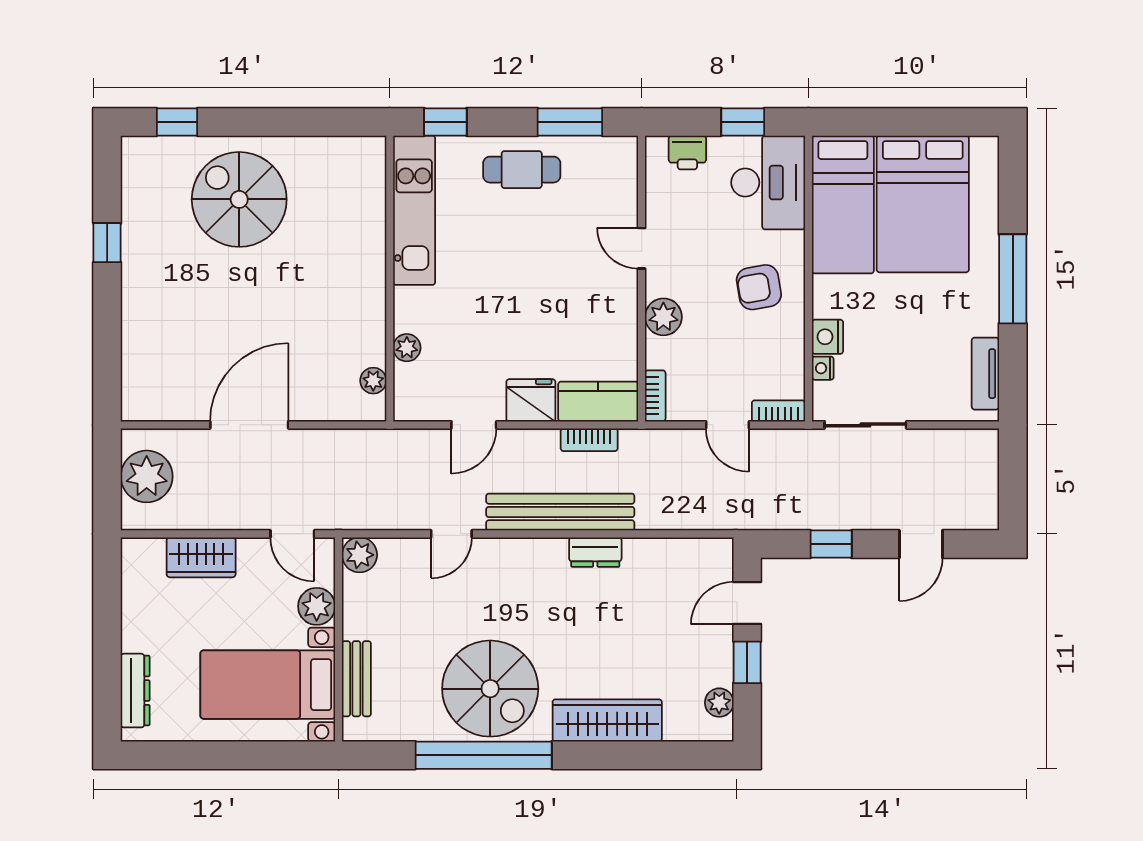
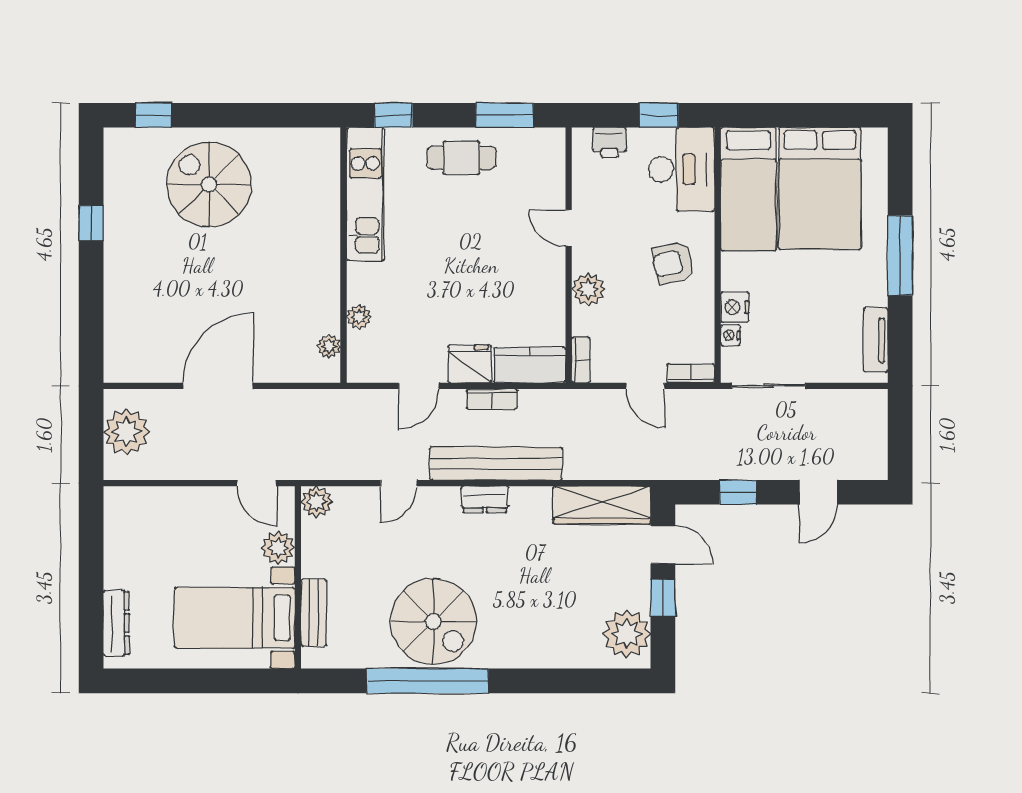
bookcase: (589, 440) -> (492, 399), moved
dresser: (595, 552) -> (485, 499), moved
wardrobe: (201, 557) -> (175, 504), removed
door: (747, 603) -> (663, 545), swing flipped
plant: (719, 703) -> (627, 634), width x1.88, depth x1.88
wardrobe: (607, 720) -> (602, 505), moved, turned 180

